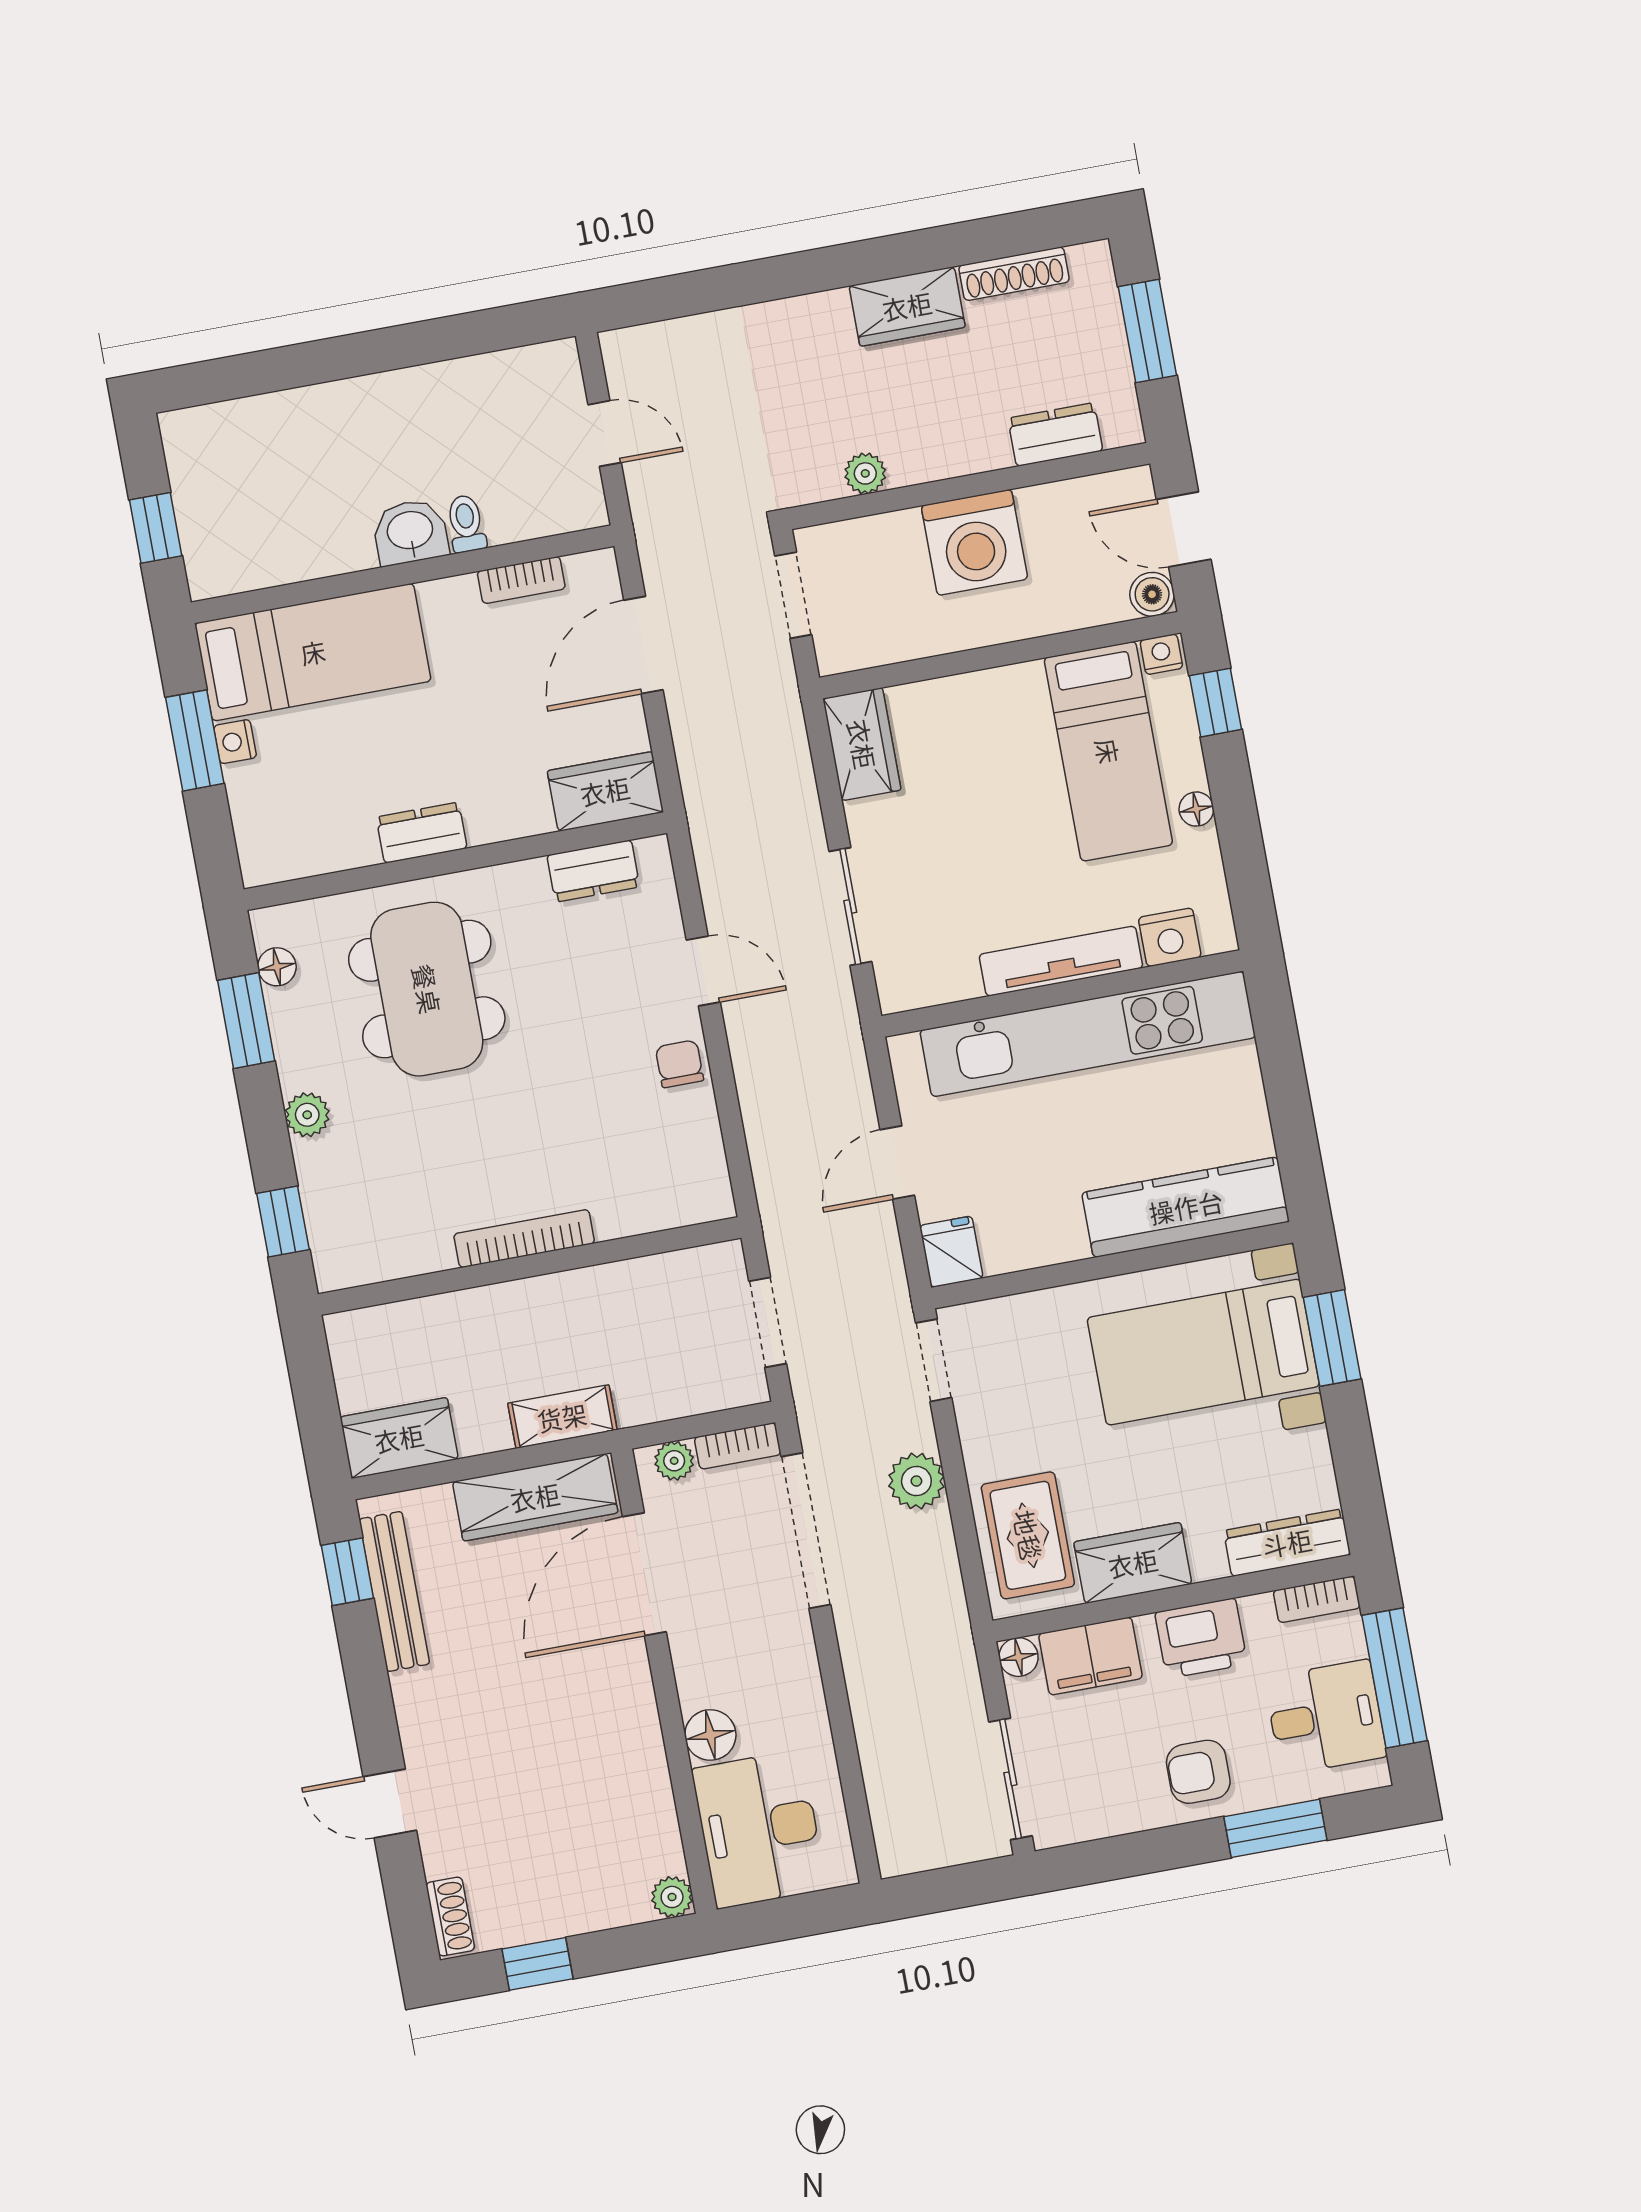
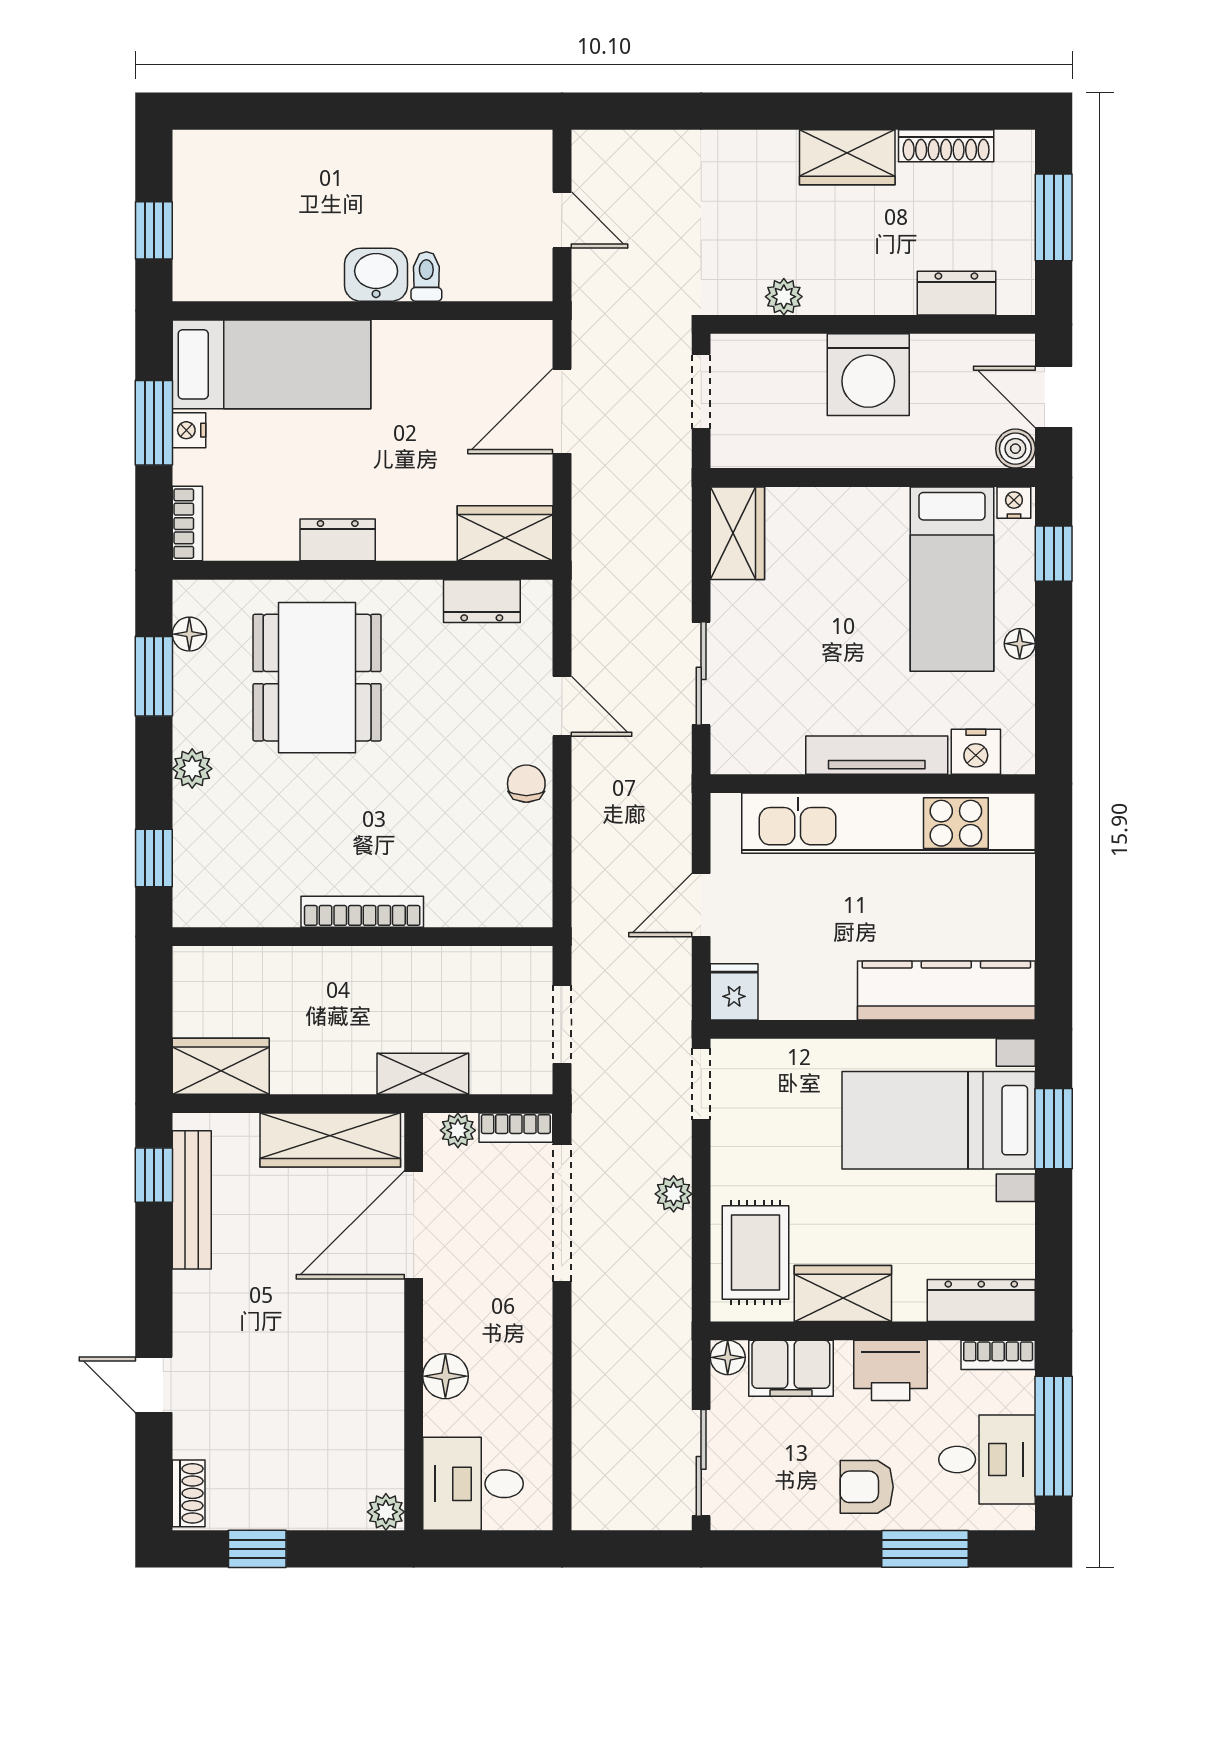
bookcase: (521, 580) -> (187, 524), moved, turned -90
shelving: (562, 1417) -> (423, 1074), moved
plant: (916, 1481) -> (674, 1194), width x0.73, depth x0.73
desk: (759, 1829) -> (473, 1484), width x0.73

